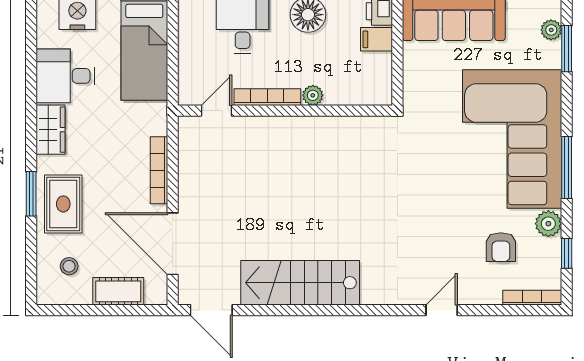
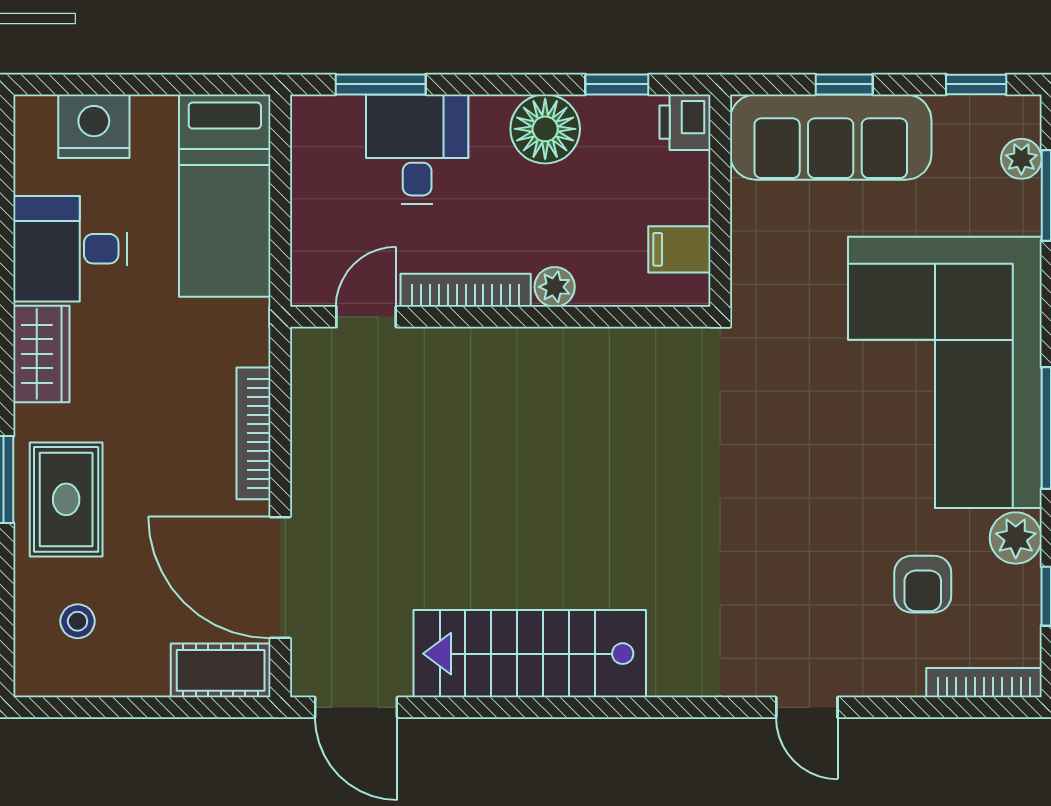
filing cabinet: (376, 39) -> (679, 249), moved
cot: (118, 291) -> (221, 670), moved
door: (442, 310) -> (807, 707), swing flipped

